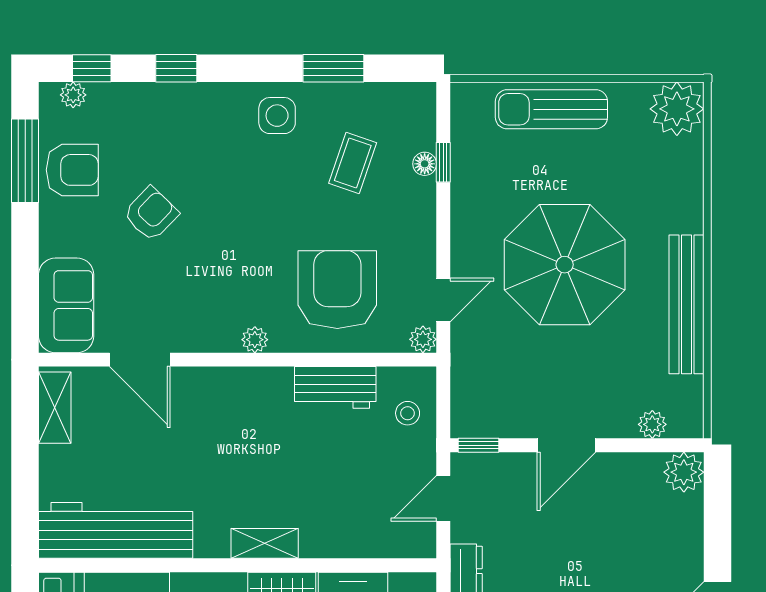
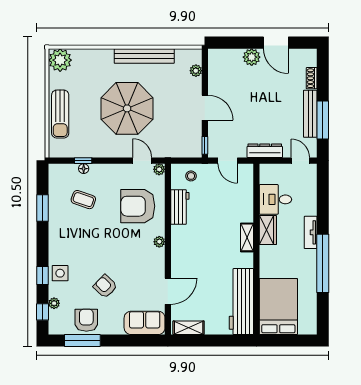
plant: (73, 95) -> (54, 303), moved
side table: (277, 116) -> (60, 273), moved
plant: (684, 472) -> (252, 57), moved

